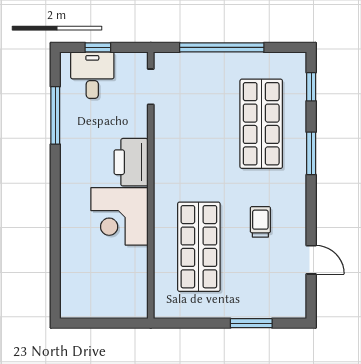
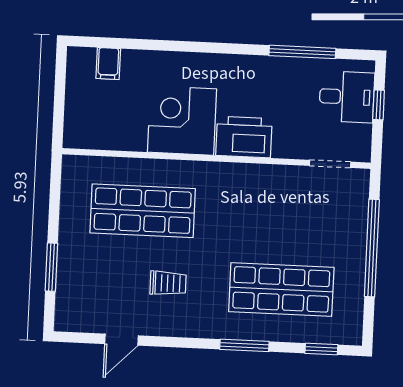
filing cabinet: (73, 282) -> (108, 63), added

